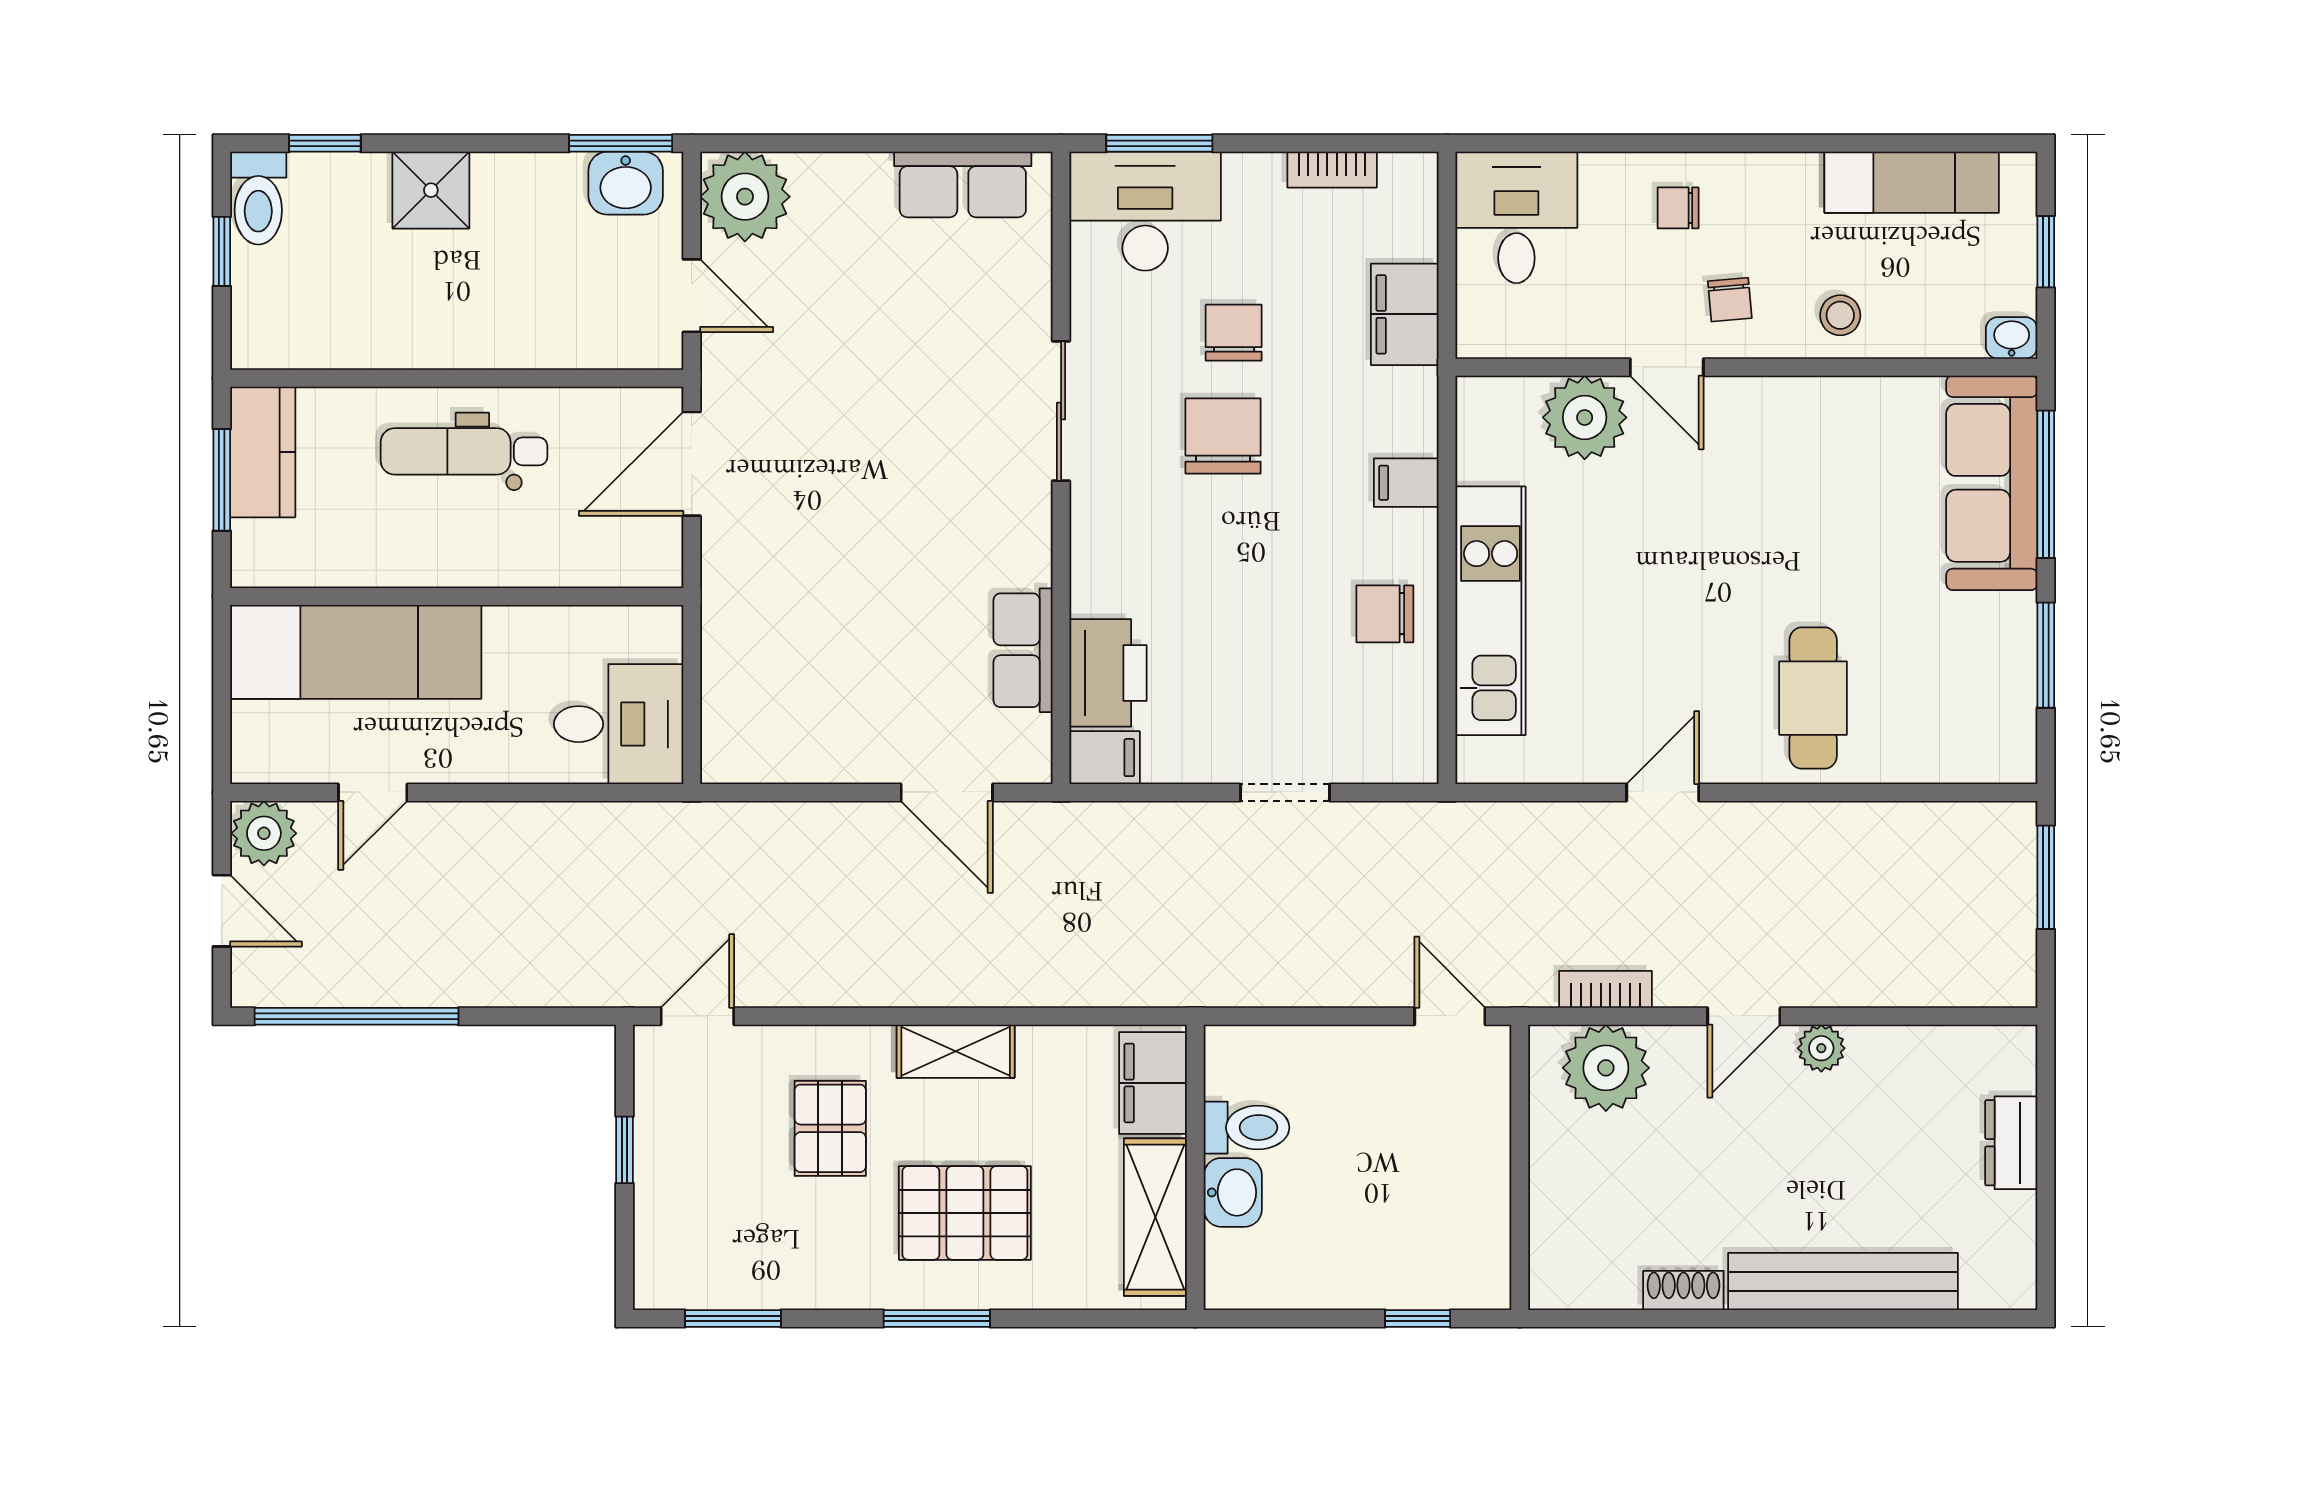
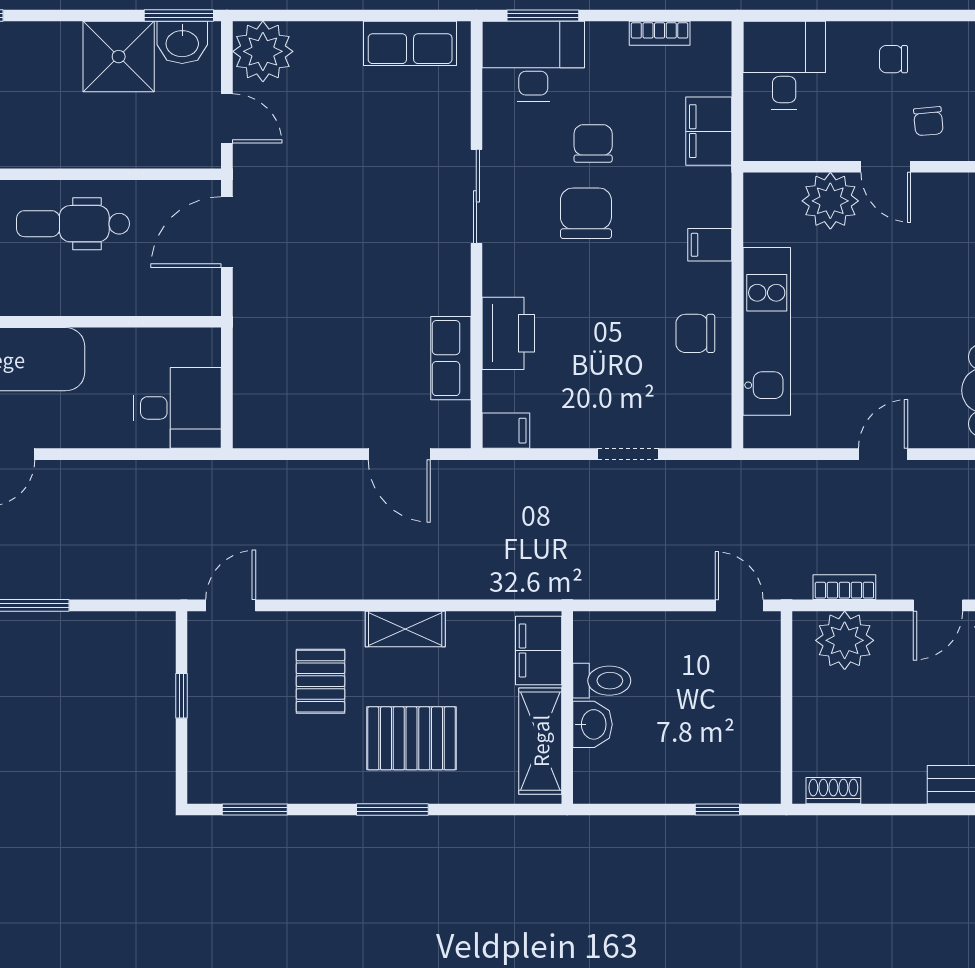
shower: (431, 190) -> (119, 57), moved, width x1.36, depth x1.36
printer: (1108, 673) -> (508, 333), moved
shoe rack: (1683, 1290) -> (833, 791), moved

